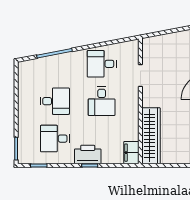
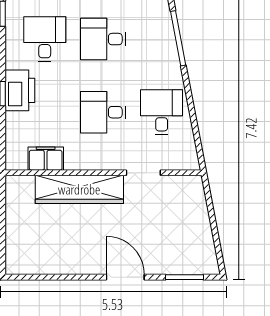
desk: (55, 101) -> (103, 39), turned 90
wardrobe: (151, 136) -> (79, 189), moved
filing cabinet: (131, 153) -> (46, 159), moved

